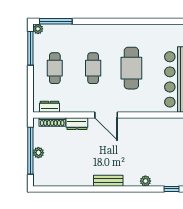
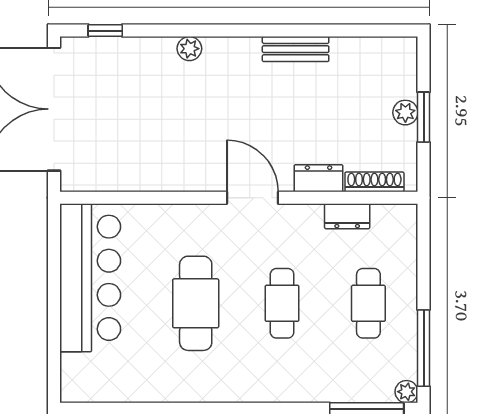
dresser: (49, 107) -> (347, 216), moved
window: (30, 151) -> (424, 117), width x0.47
bench: (108, 181) -> (296, 49), moved
plant: (145, 181) -> (189, 49), moved

